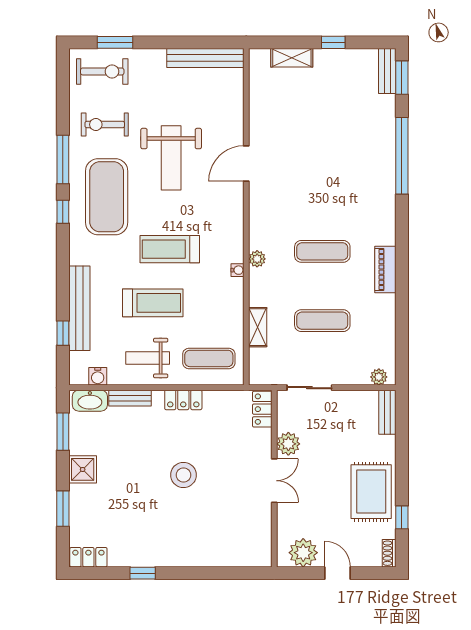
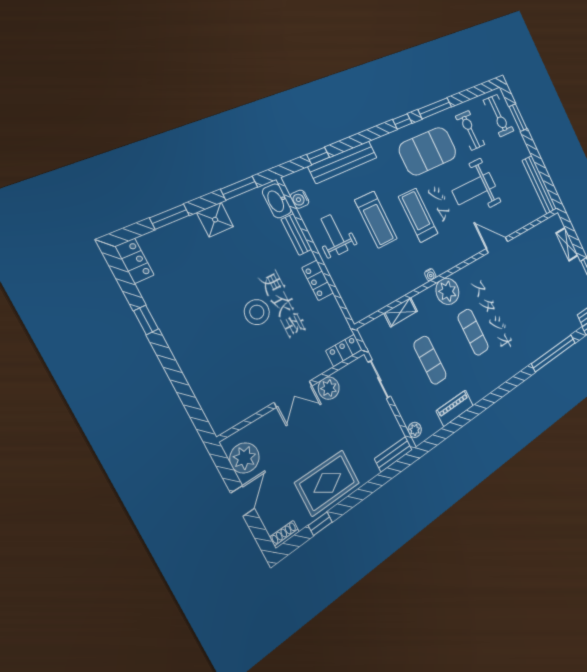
plant: (257, 259) -> (447, 291), width x1.88, depth x1.88
piano: (385, 270) -> (455, 408), moved
exercise mat: (209, 358) -> (359, 285), removed

